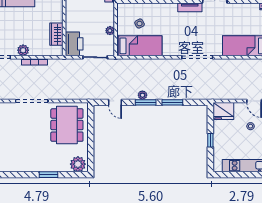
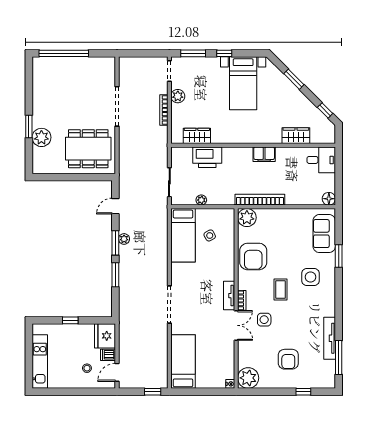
printer: (74, 44) -> (207, 157), moved
dishwasher: (239, 109) -> (108, 355), added
plant: (78, 164) -> (41, 137), moved

